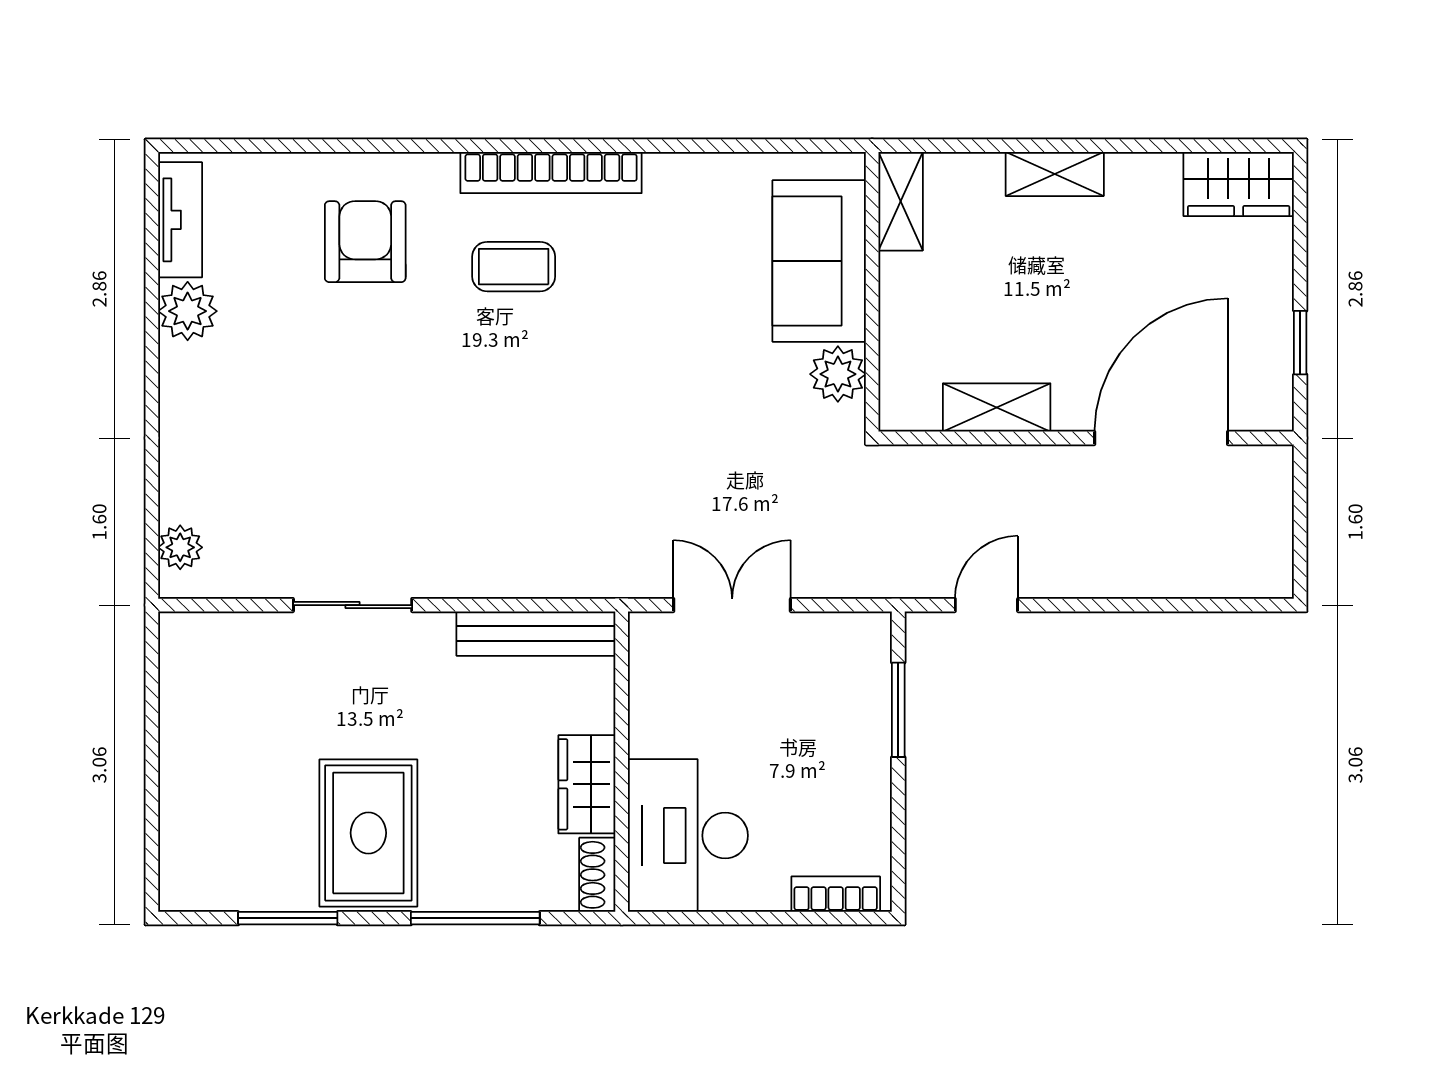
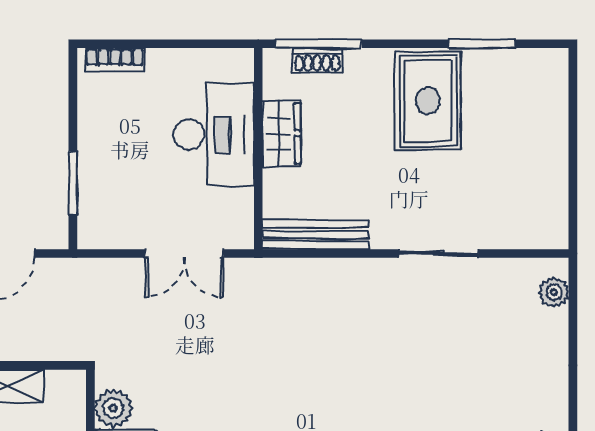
desk: (688, 836) -> (214, 135), moved
shoe rack: (597, 875) -> (317, 60), moved, turned 90
window: (475, 918) -> (318, 44), moved

